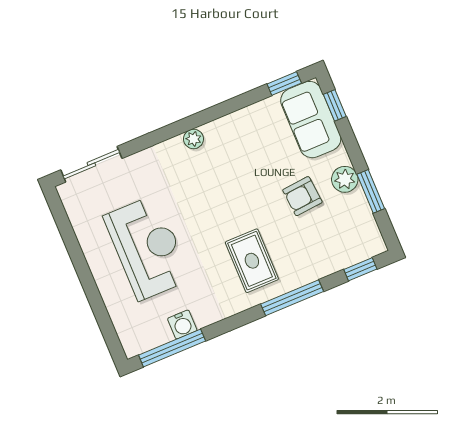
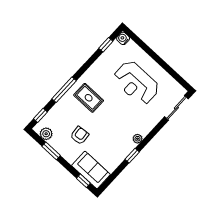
window: (284, 84) -> (132, 156), moved
plant: (345, 179) -> (46, 134), moved
water cooler: (182, 324) -> (123, 38), moved
window: (172, 348) -> (106, 45), width x0.46

